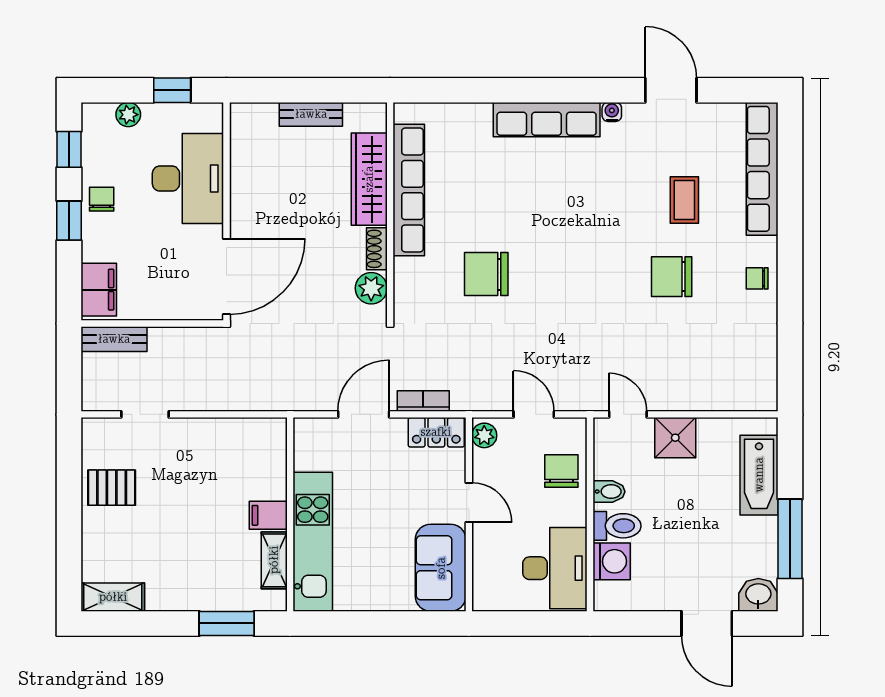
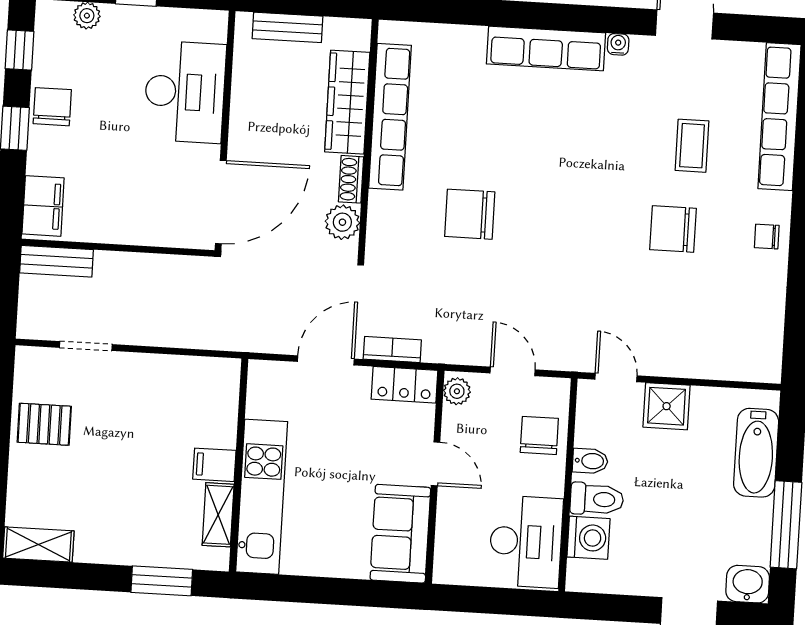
desk: (188, 179) -> (185, 92), moved
chair: (102, 199) -> (52, 107), width x1.37, depth x1.37
wall: (226, 211) -> (225, 131), moved
door: (226, 276) -> (221, 202), moved

